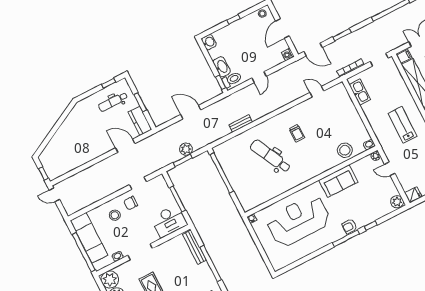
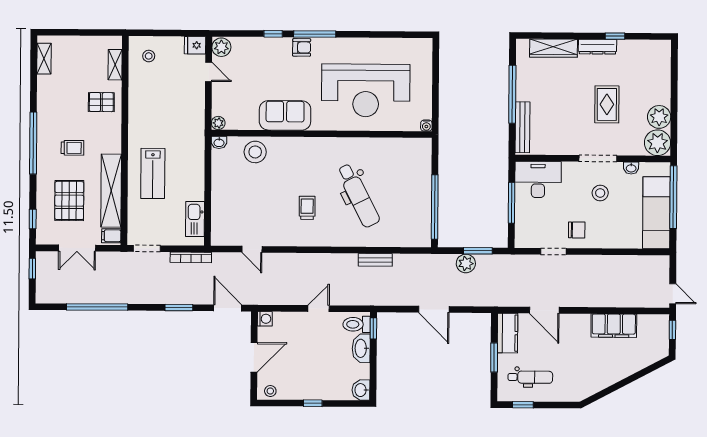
lab bench: (403, 125) -> (153, 173), moved
filing cabinet: (79, 158) -> (614, 326), added
door: (390, 169) -> (209, 72), moved
stool: (115, 215) -> (600, 193), moved

